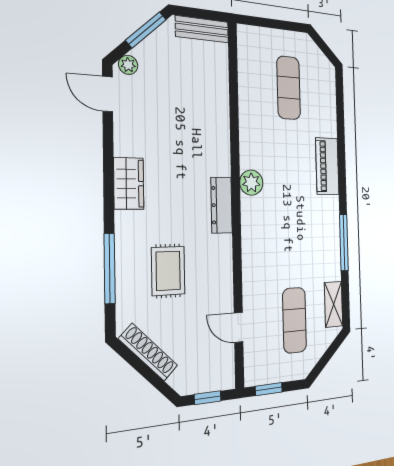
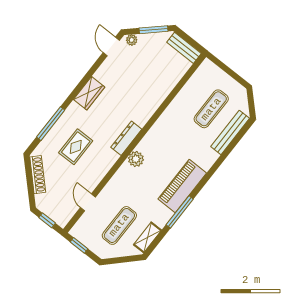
bench: (328, 101) -> (230, 132), added
piano: (327, 166) -> (182, 186), moved, width x1.37, depth x1.33
plant: (251, 183) -> (136, 159), moved

